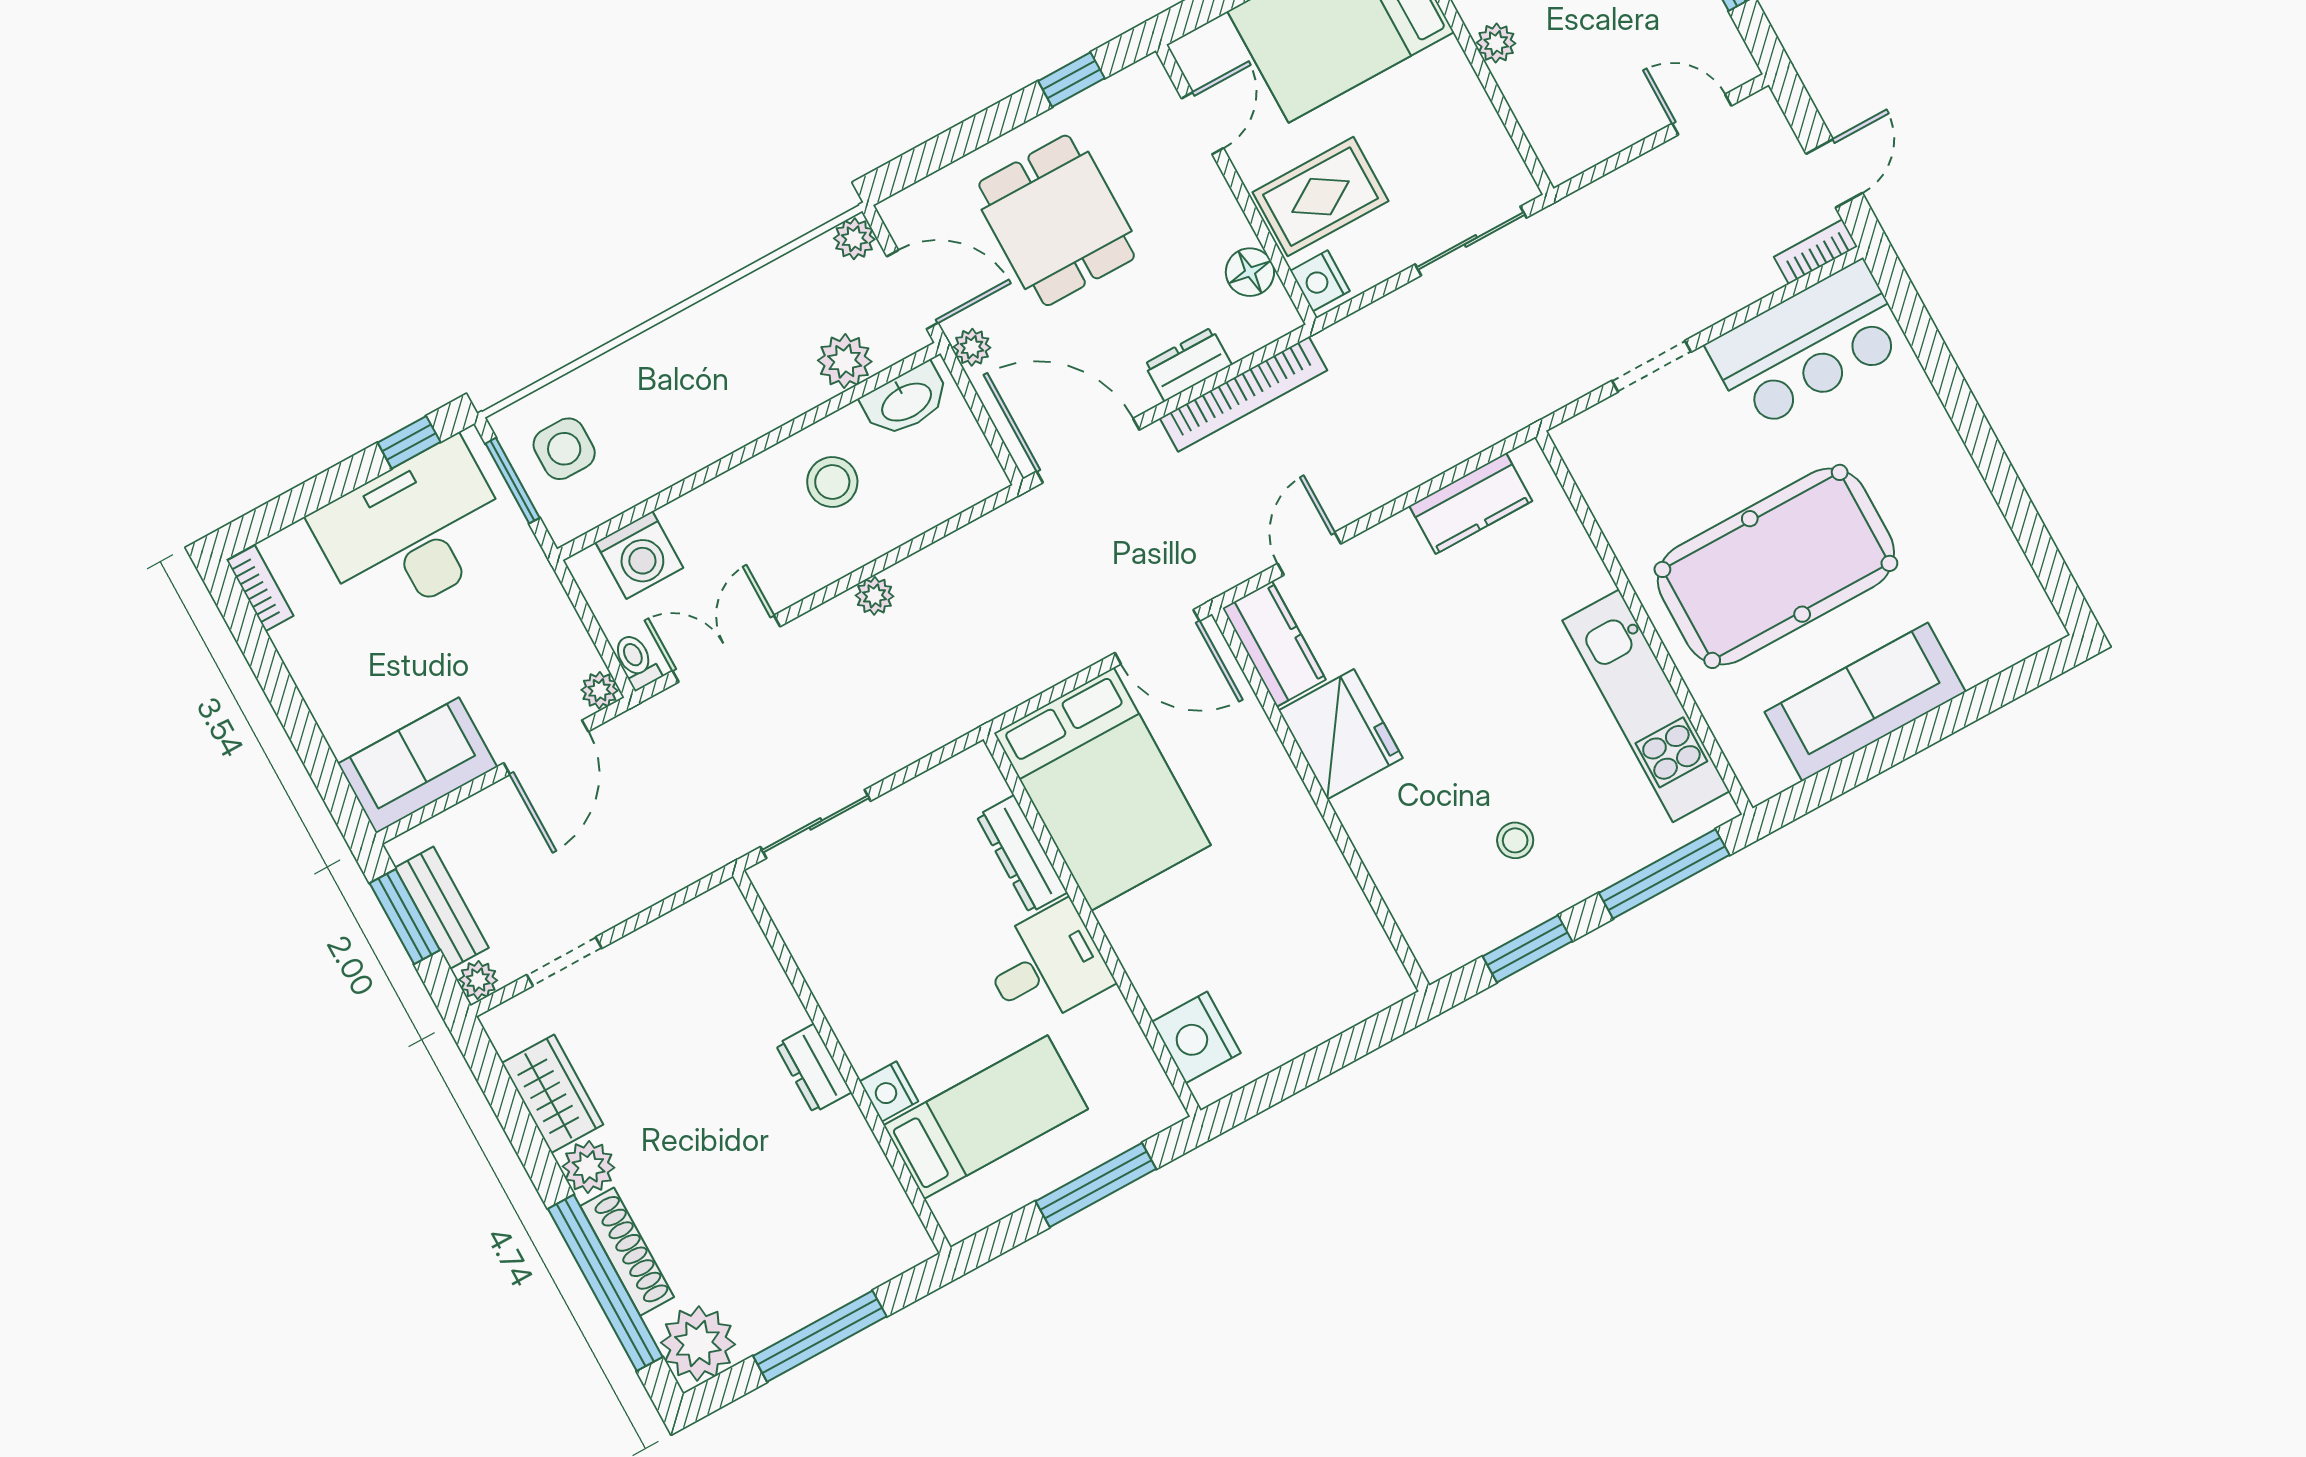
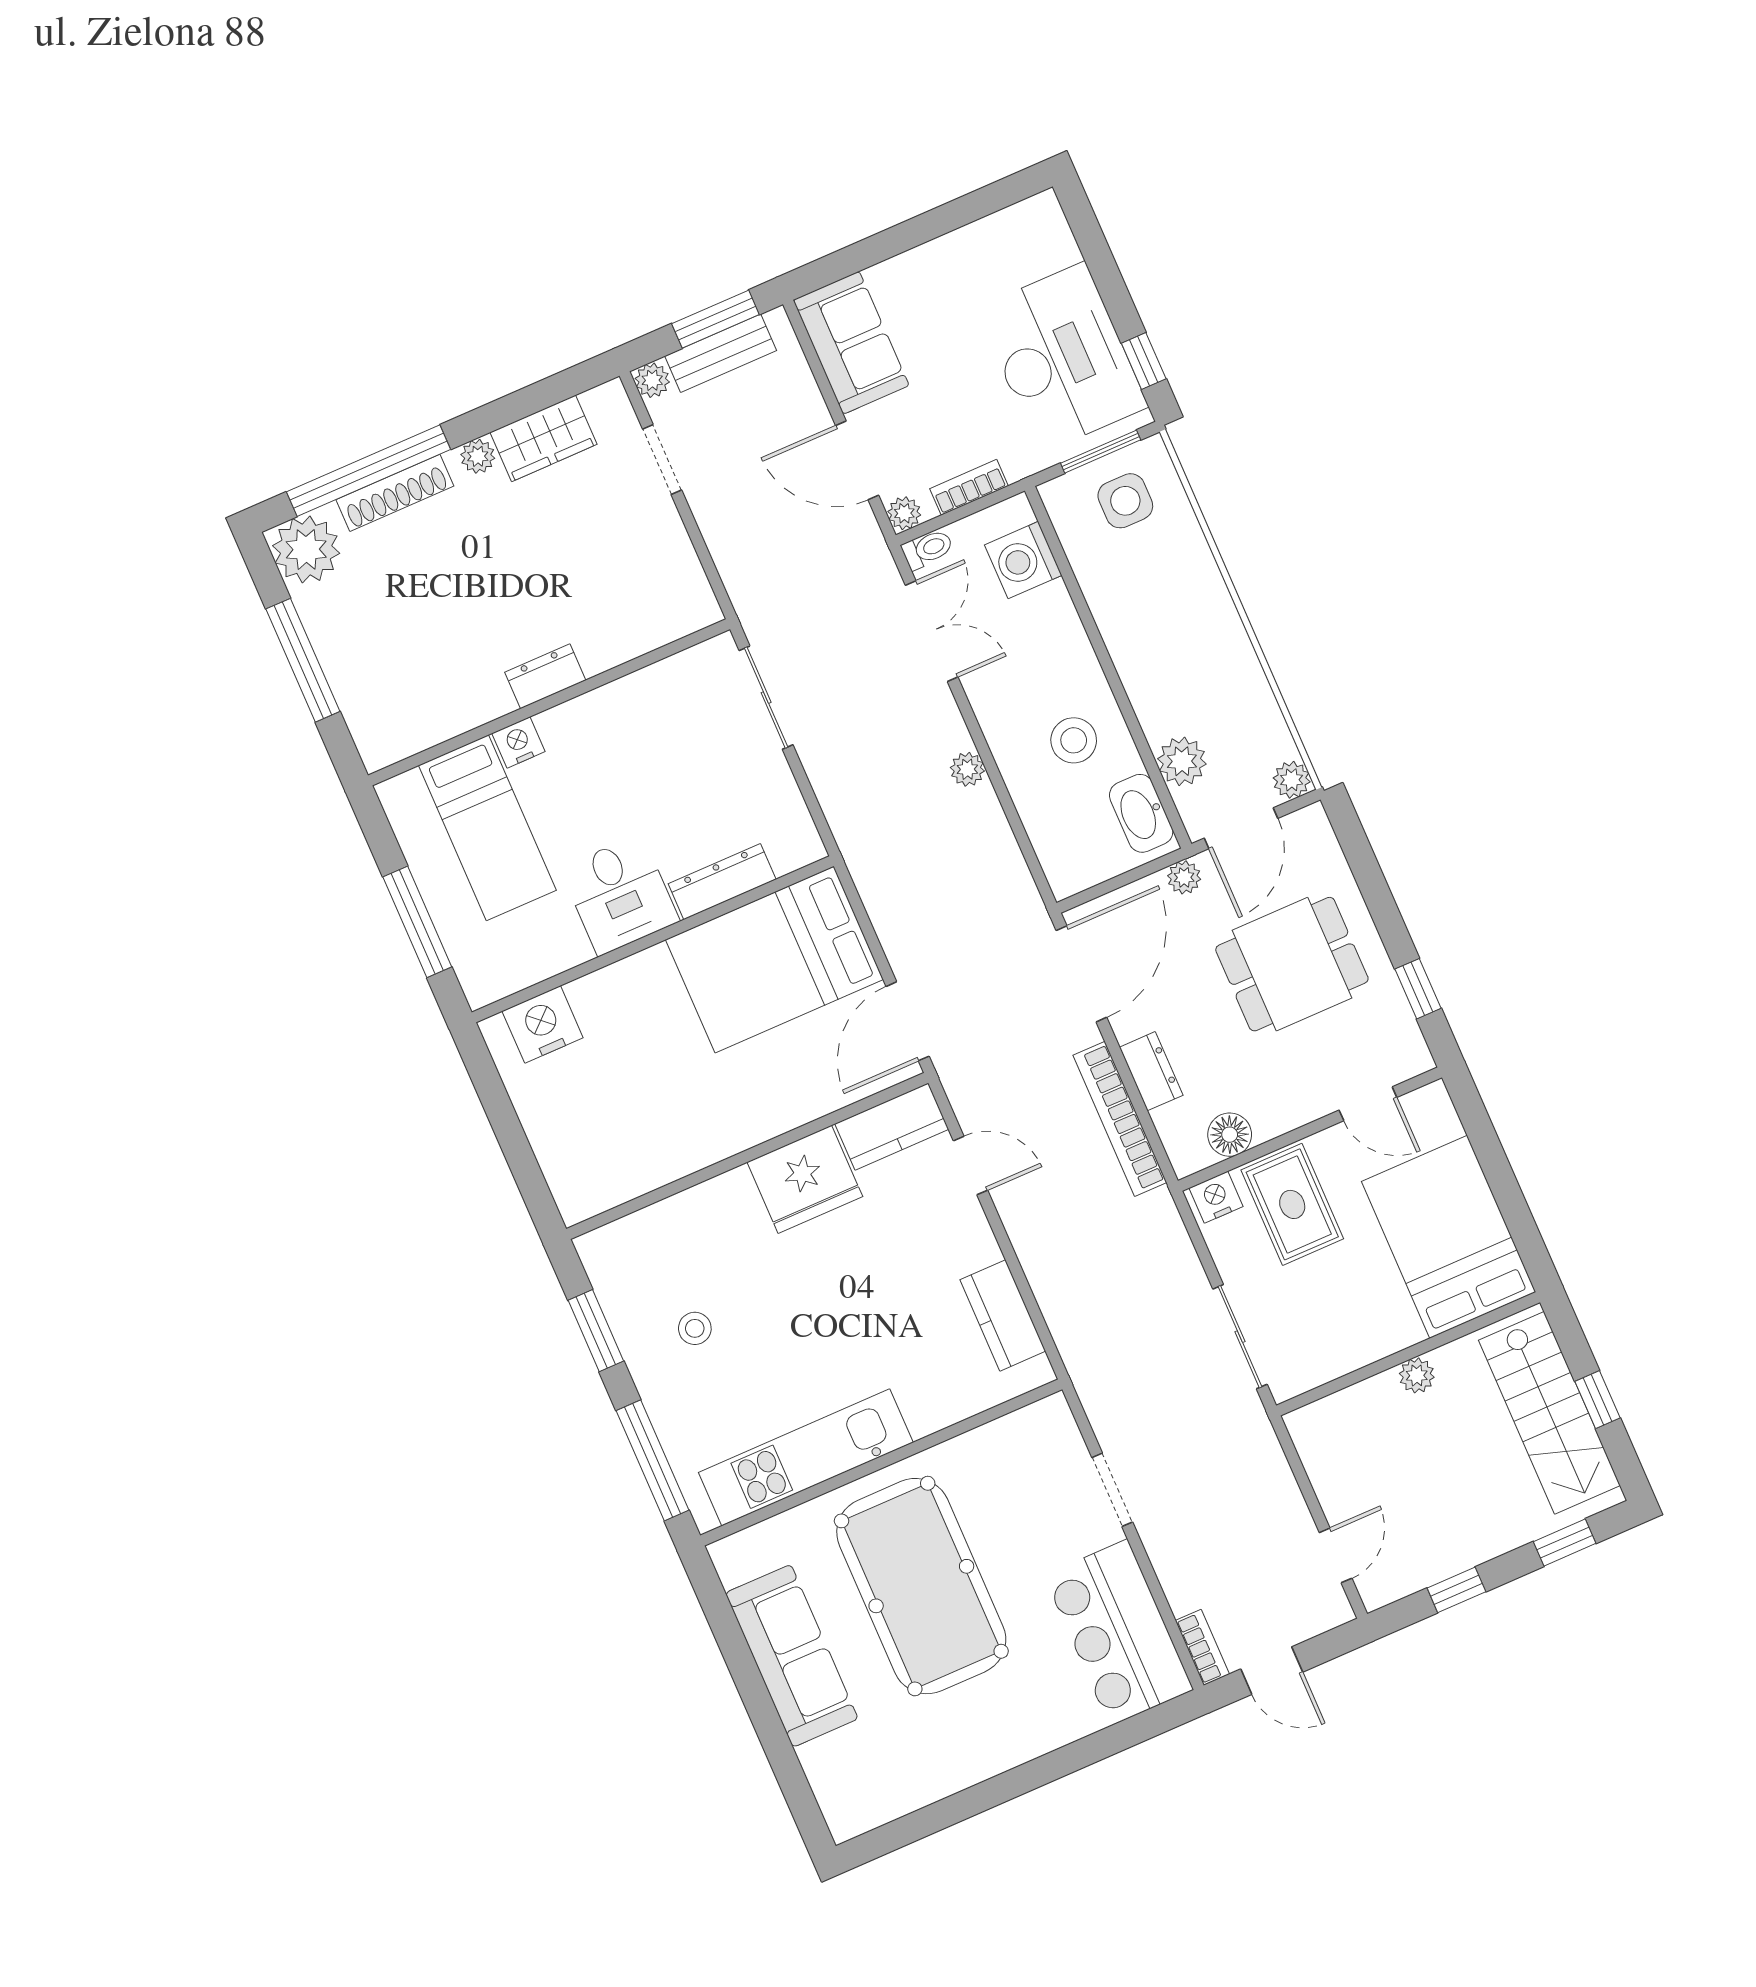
bookcase: (260, 588) -> (969, 487), moved, turned 180
plant: (588, 1167) -> (478, 456), width x0.73, depth x0.73

